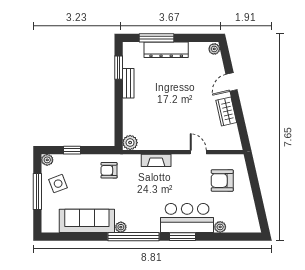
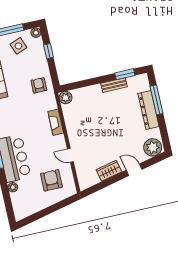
plant: (214, 49) -> (153, 147), width x1.88, depth x1.88
door: (198, 152) -> (70, 155), swing flipped

